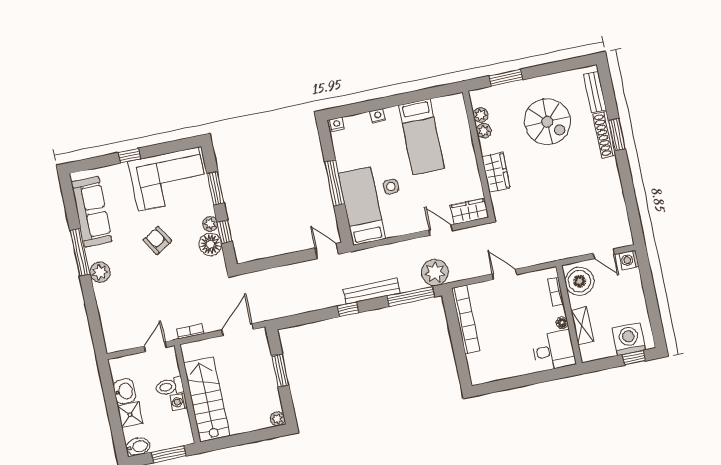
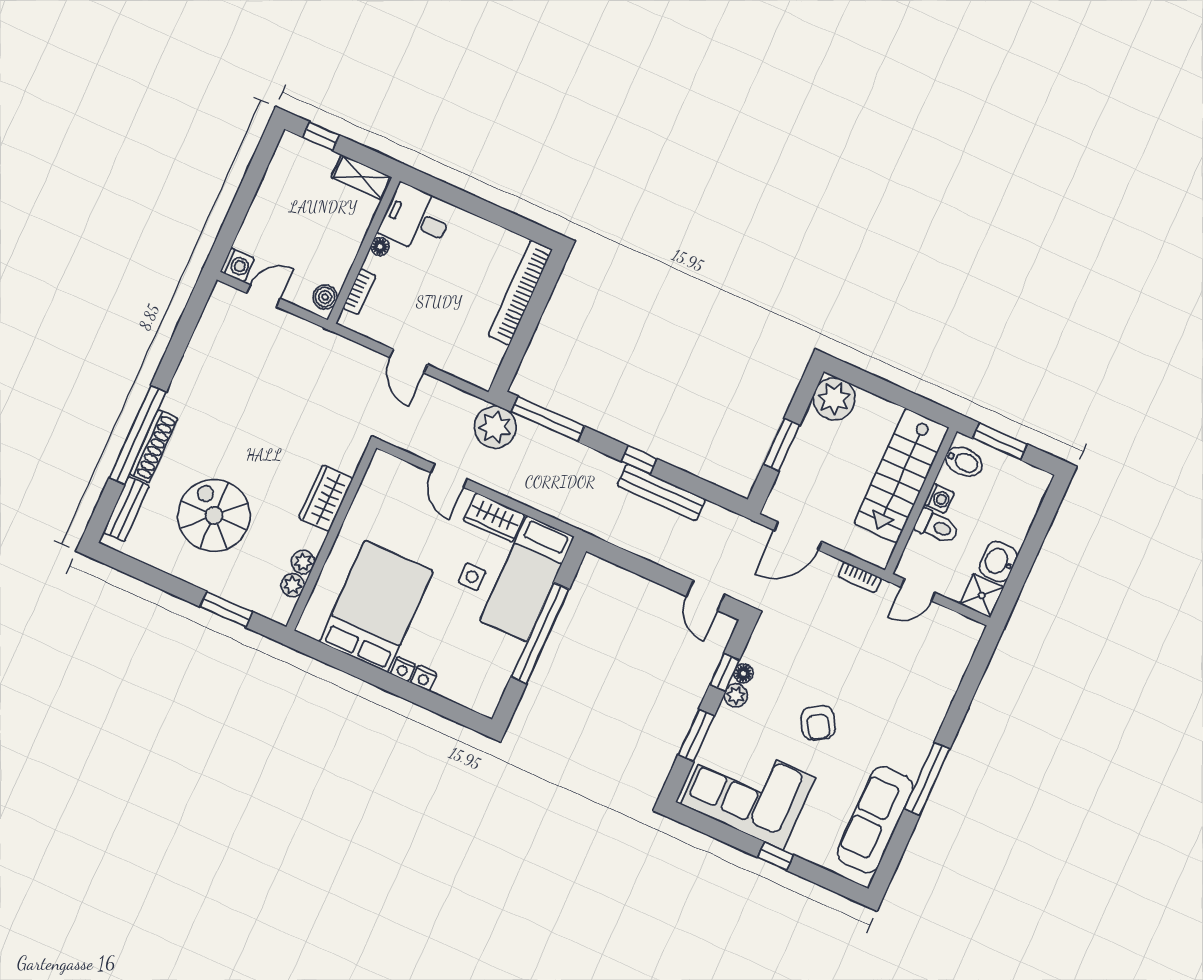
nightstand: (337, 124) -> (403, 669), moved
window: (617, 135) -> (138, 435), width x2.11
bed: (422, 137) -> (376, 606), width x1.50
window: (335, 183) -> (540, 633), width x1.46
wardrobe: (469, 211) -> (494, 518), moved
floor lamp: (210, 244) -> (743, 673), width x0.53, depth x0.53
door: (327, 251) -> (705, 595), moved
door: (604, 254) -> (263, 296), hinge flipped
plant: (100, 272) -> (920, 735), removed
boiler: (579, 281) -> (325, 297), width x0.54, depth x0.54
bench: (372, 291) -> (661, 492), moved
bookcase: (466, 319) -> (520, 293), moved
shelving: (582, 326) -> (362, 177), moved, turned 90
washing machine: (629, 339) -> (310, 164), removed
shower: (130, 415) -> (982, 595), moved
plant: (278, 419) -> (834, 399), width x1.88, depth x1.88
bidet: (138, 447) -> (964, 462), moved, turned 180

